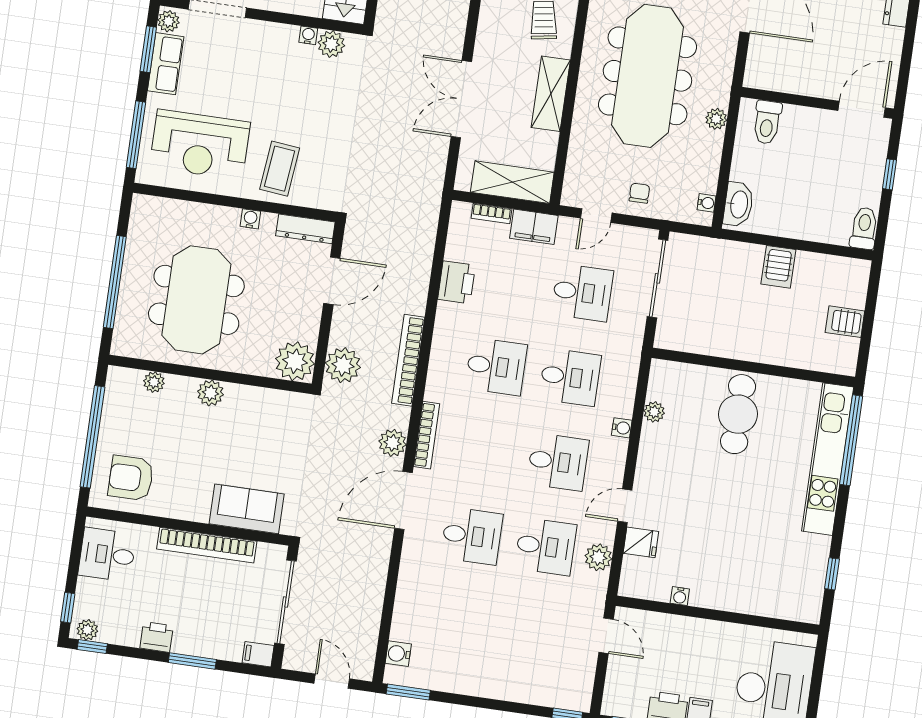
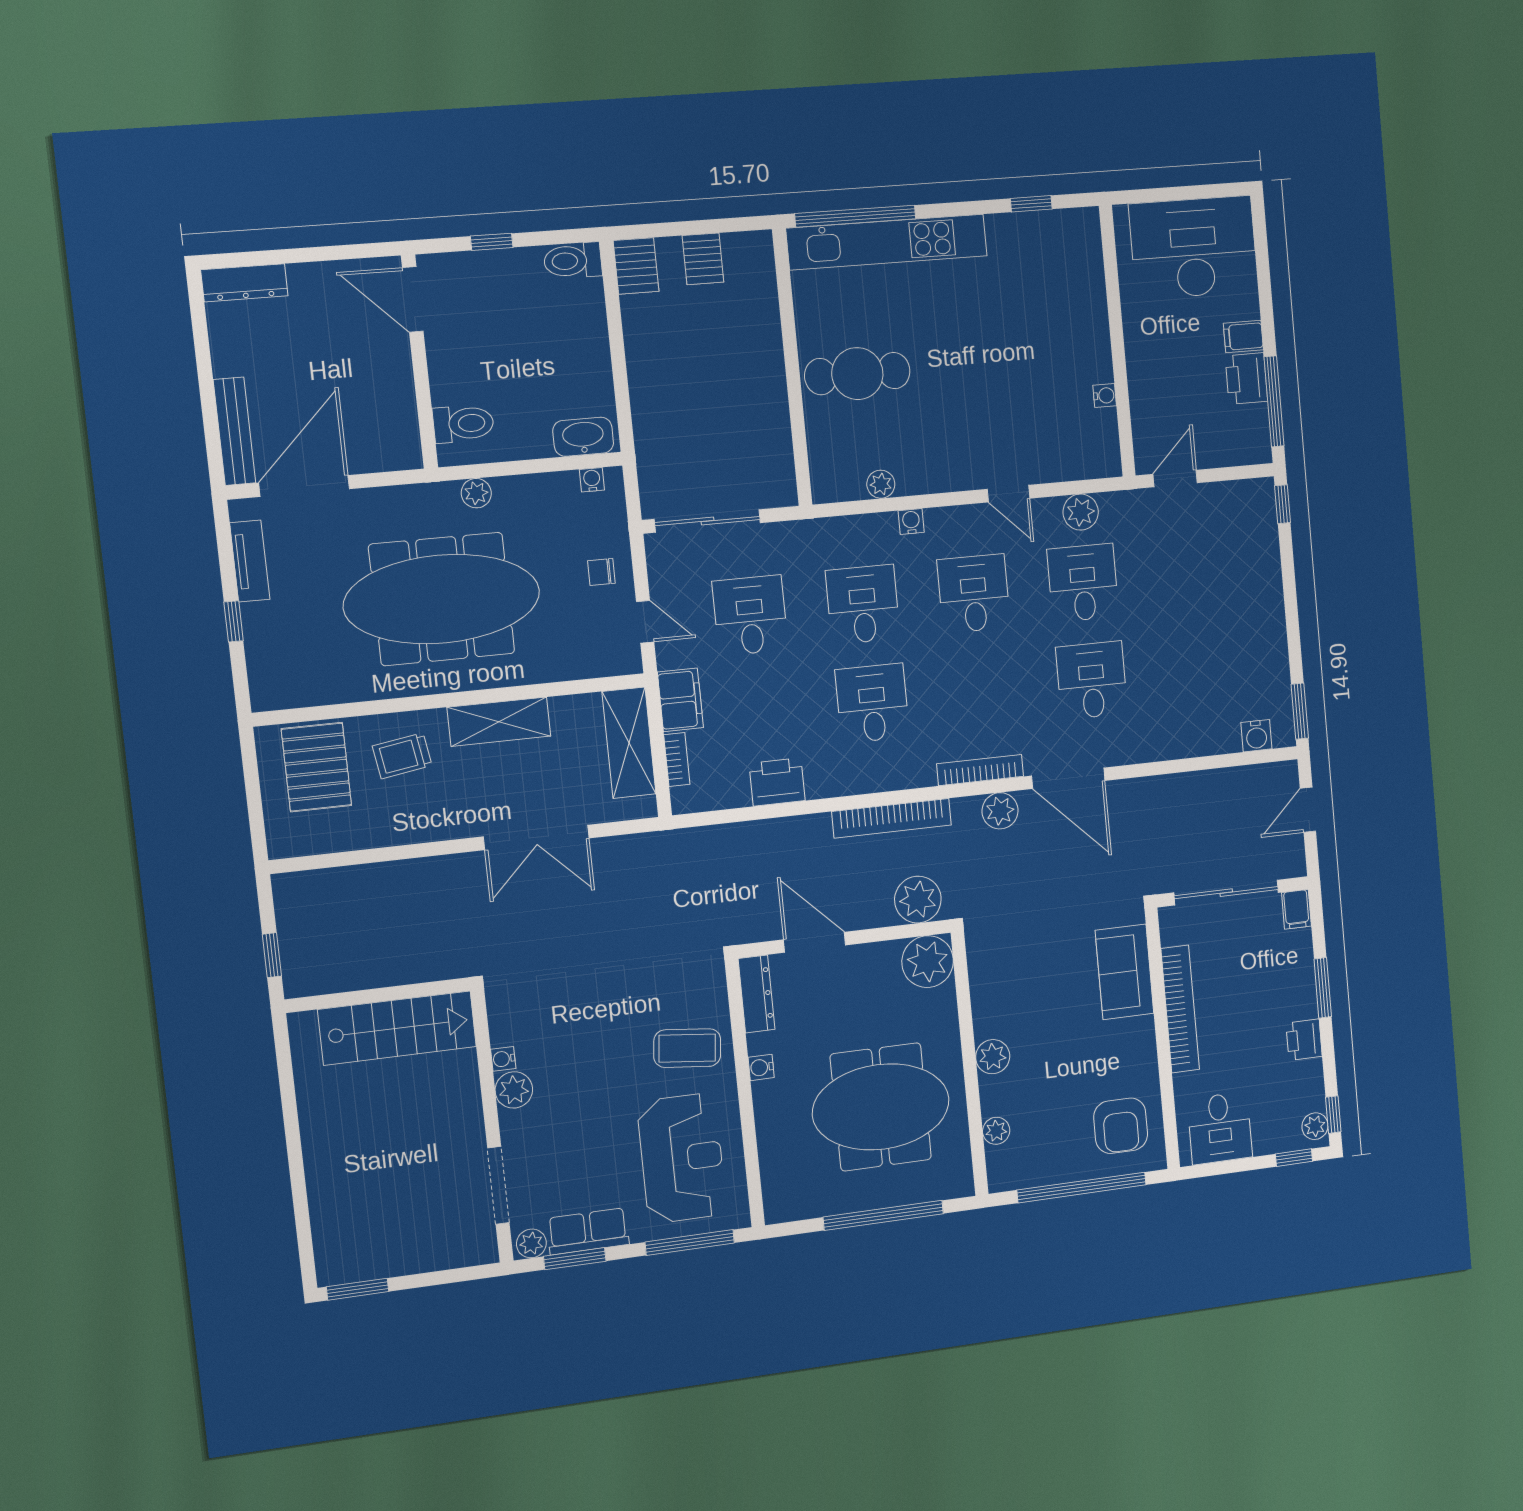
plant: (331, 44) -> (514, 1090), moved
server rack: (778, 267) -> (636, 266), moved, turned 90
fridge: (641, 542) -> (1049, 462), removed

